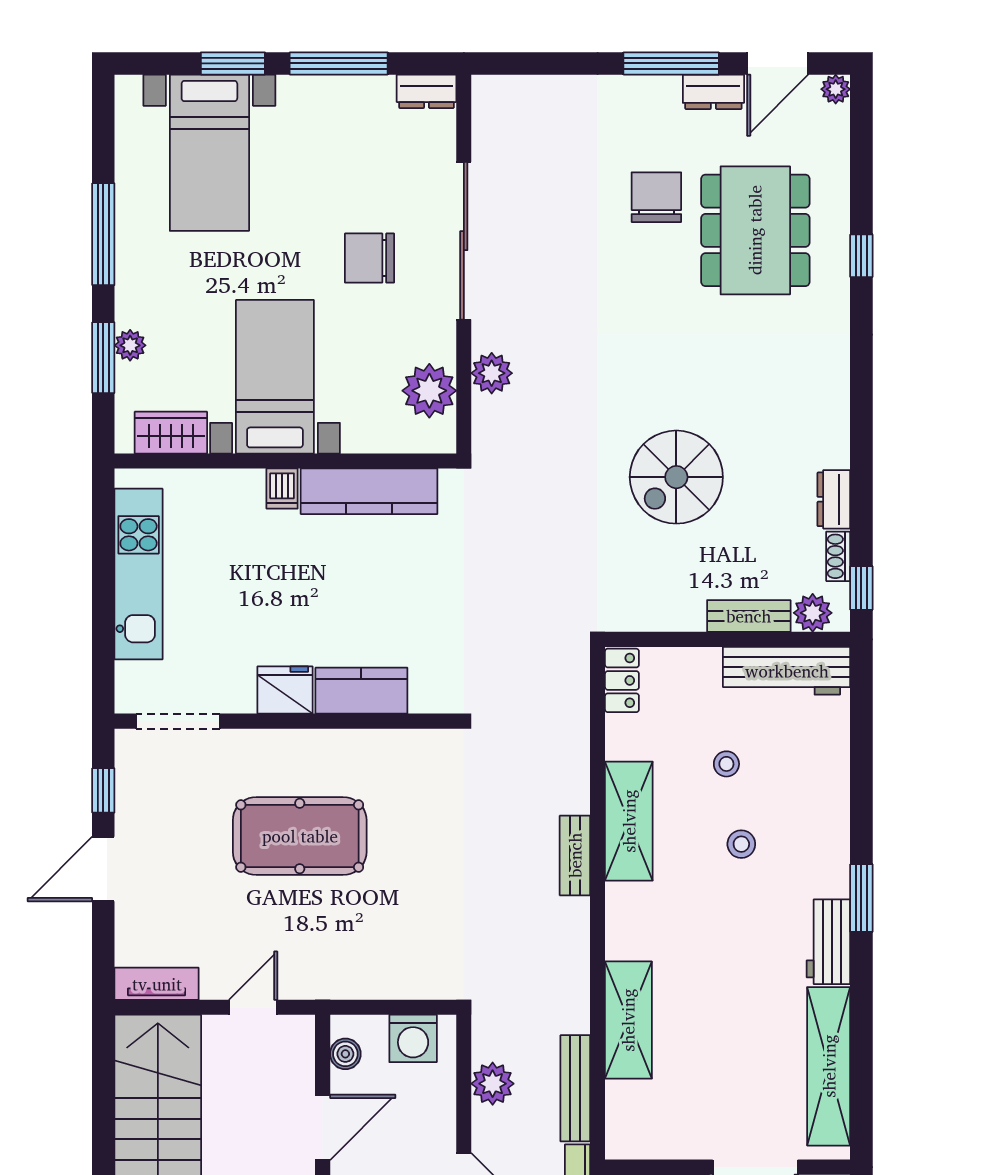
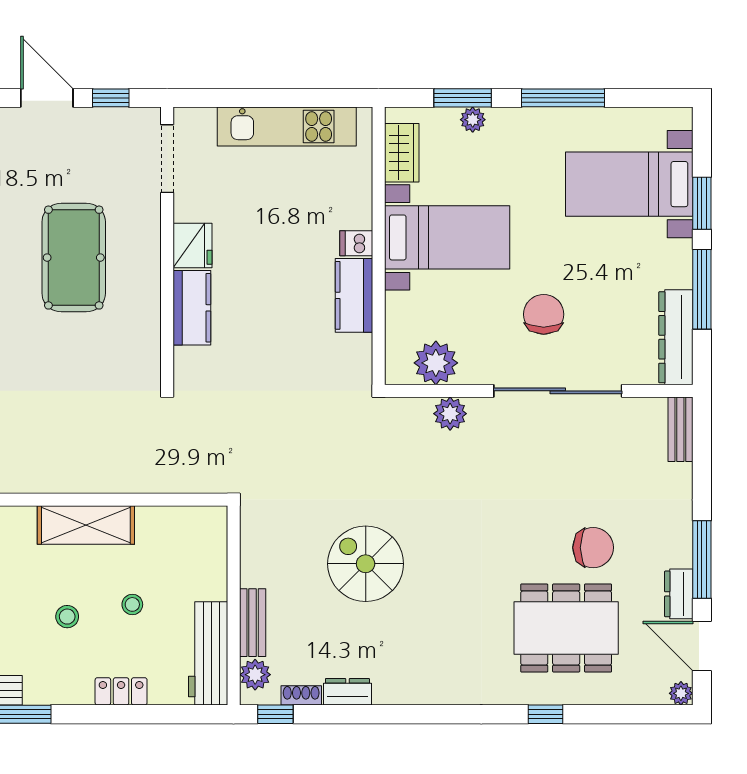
dresser: (427, 91) -> (676, 337), width x1.96, depth x1.24
kitchen counter: (369, 491) -> (354, 295), width x0.67
locker: (622, 680) -> (121, 691), moved, turned 180
bench: (575, 855) -> (680, 429), moved, turned 90

